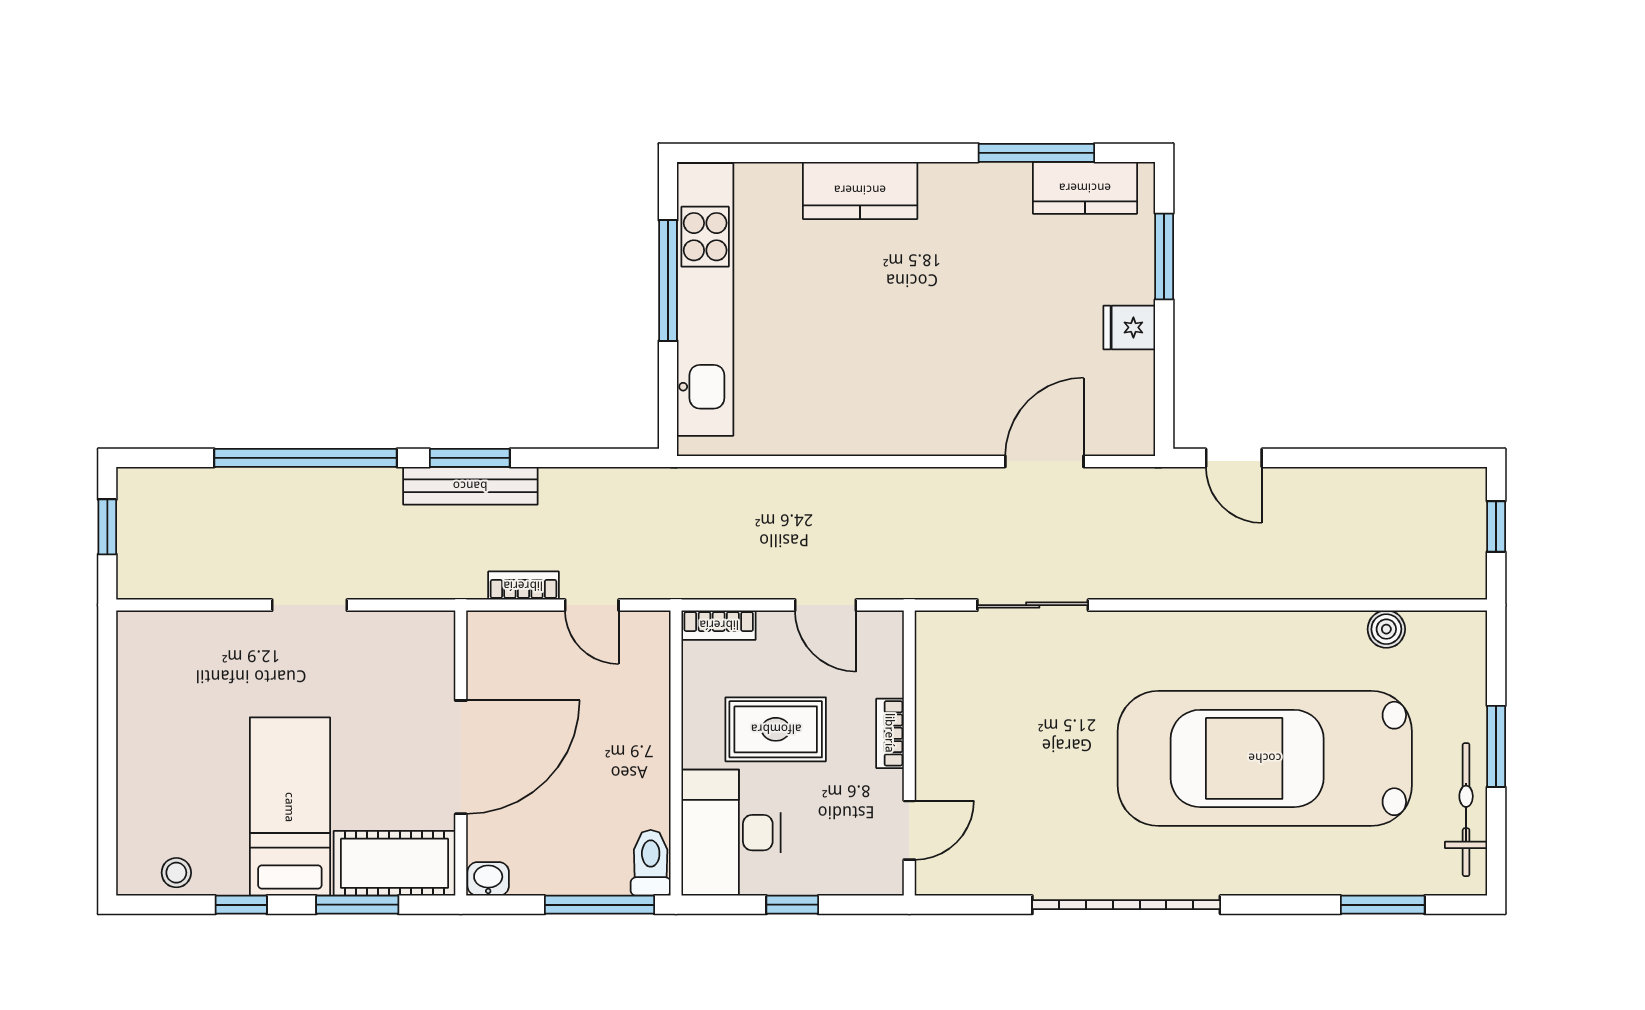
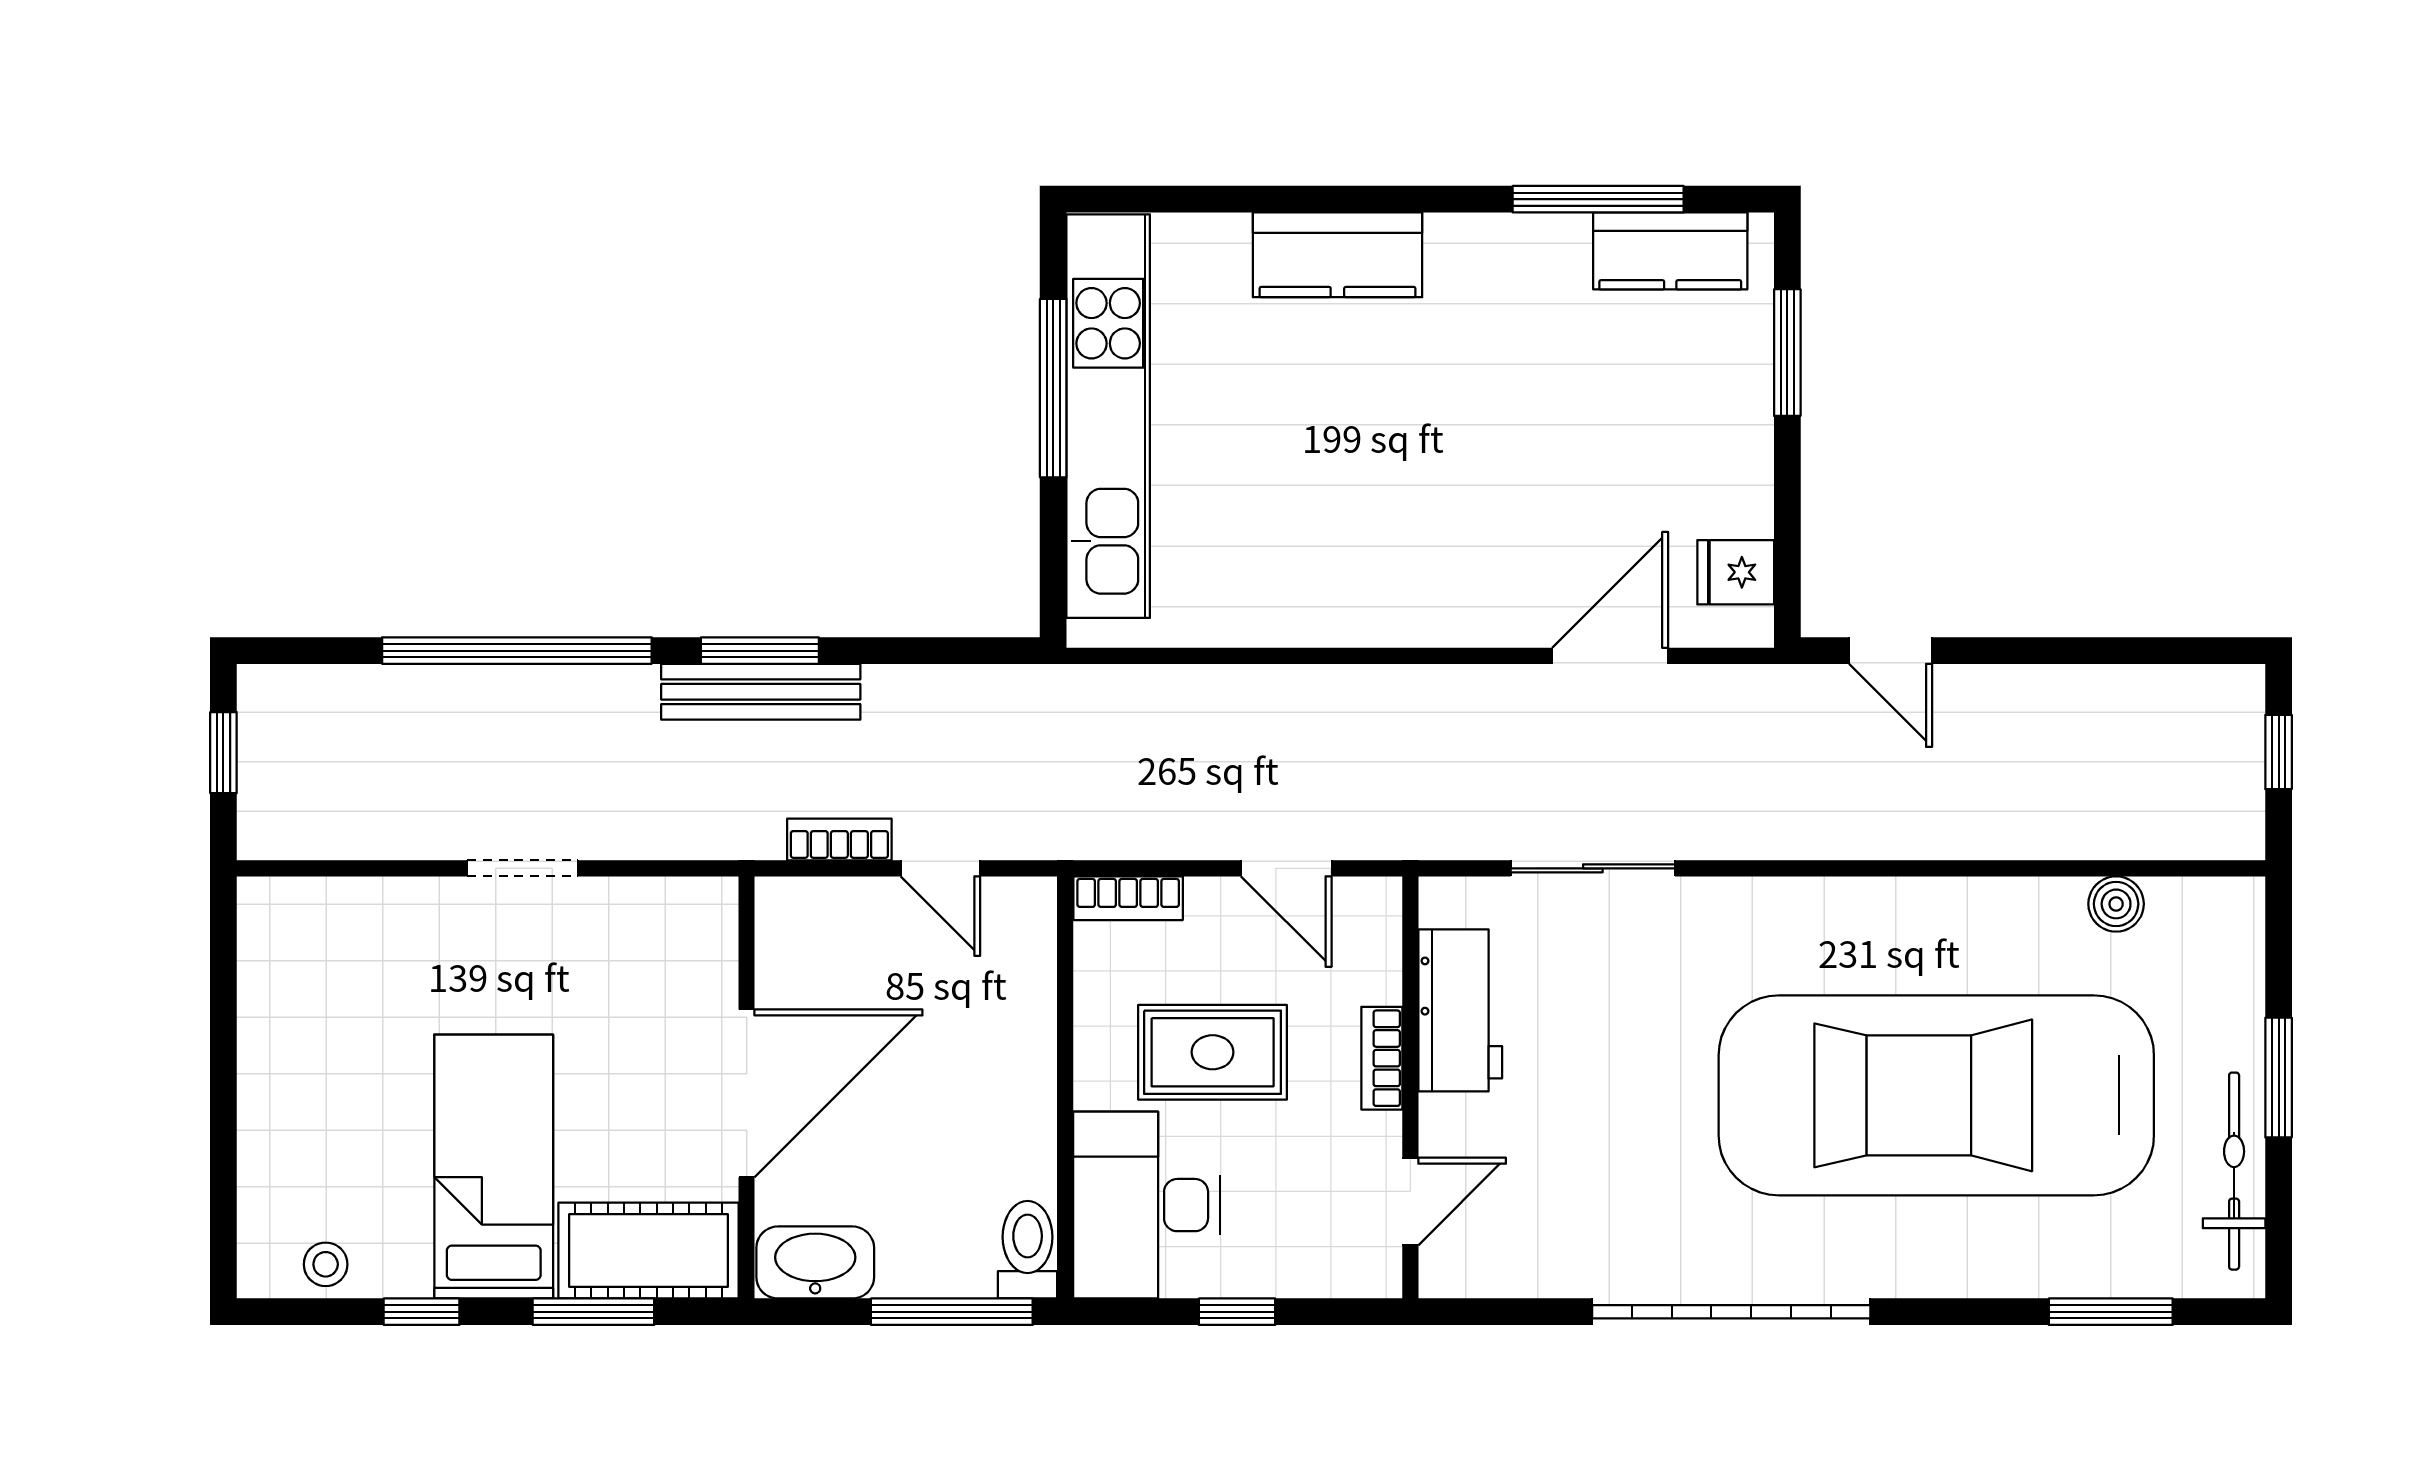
fridge: (1129, 327) -> (1736, 572), moved
workbench: (943, 701) -> (1460, 1010), added
washbasin: (488, 879) -> (815, 1262), width x1.91, depth x1.45

